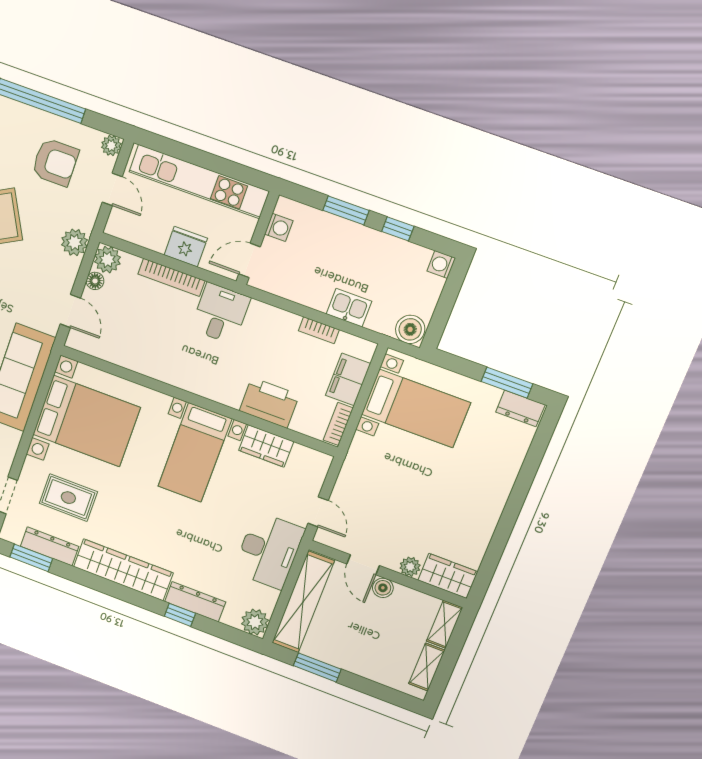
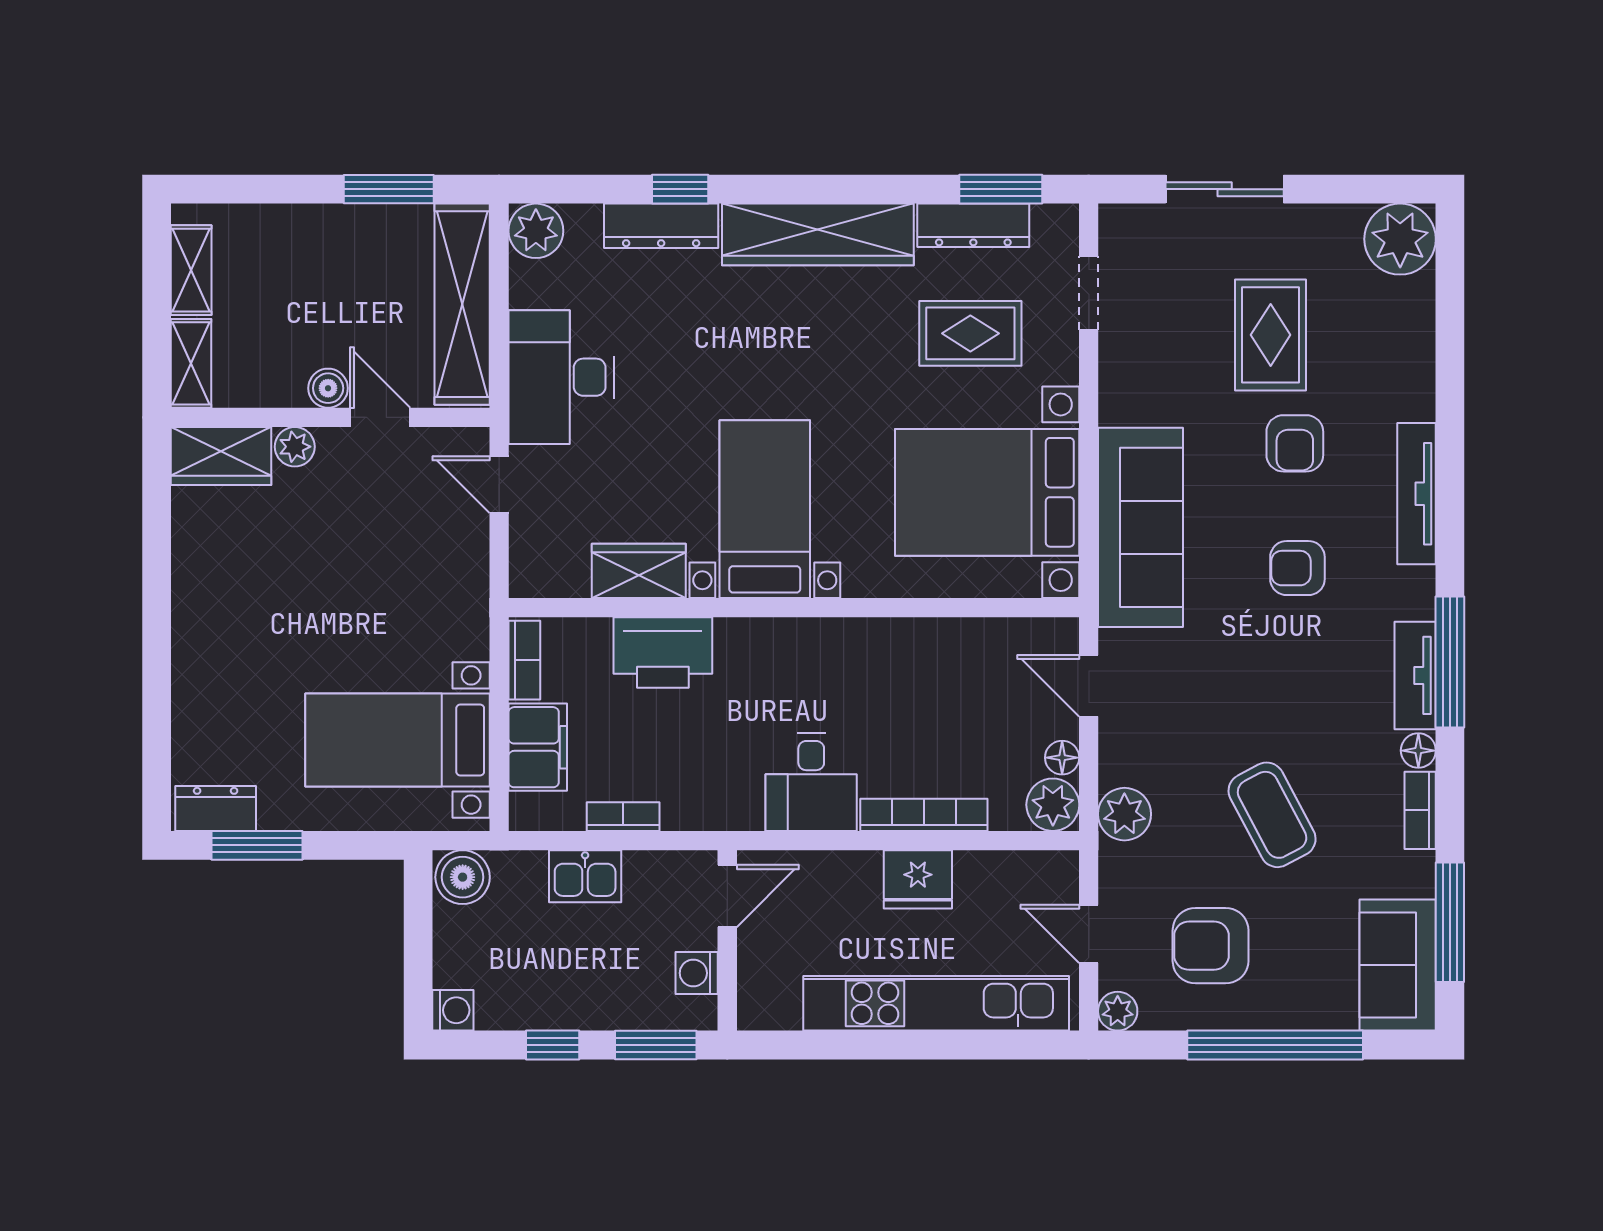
washing machine: (279, 227) -> (697, 973), moved
wall: (258, 238) -> (727, 940), moved
door: (250, 260) -> (727, 896), moved

